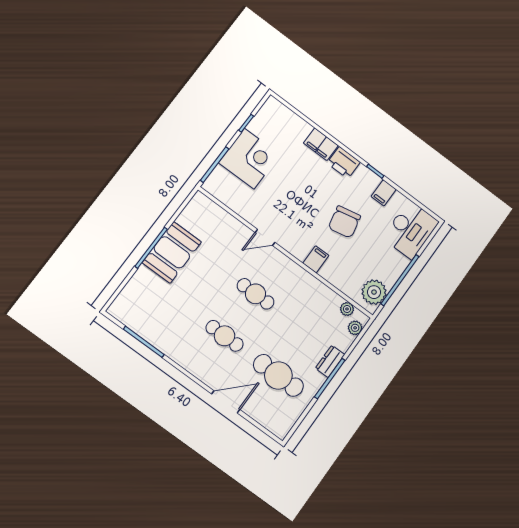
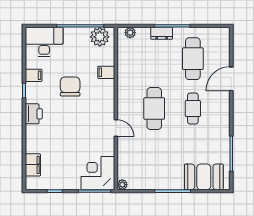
filing cabinet: (321, 144) -> (33, 165), moved
corner desk: (249, 159) -> (98, 173), moved
chair: (344, 222) -> (70, 87), turned -78
booth: (172, 252) -> (204, 177), moved
filing cabinet: (316, 259) -> (106, 72), moved
cafe table: (256, 294) -> (154, 109), width x1.37, depth x1.35
plant: (347, 309) -> (122, 185), moved
door: (226, 402) -> (231, 79), hinge flipped

